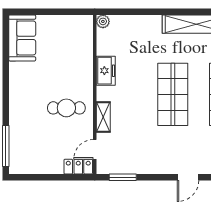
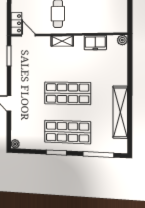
freezer: (106, 71) -> (95, 43), moved
shelving: (103, 117) -> (62, 41), moved

